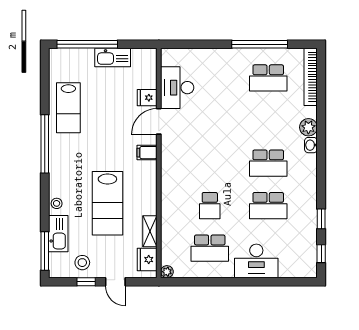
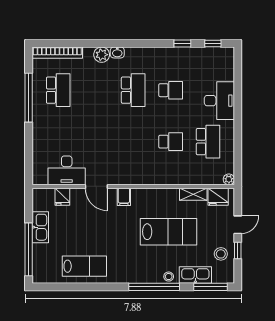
fridge: (147, 98) -> (62, 197), moved
window: (45, 144) -> (154, 287), moved
school desk: (268, 206) -> (171, 90), width x0.54

